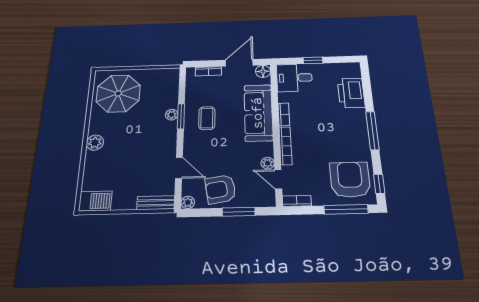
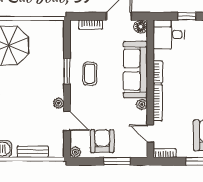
plant: (172, 115) -> (59, 103), moved
plant: (268, 163) -> (142, 104), moved
armchair: (221, 189) -> (102, 141), turned 99
bench: (156, 203) -> (33, 152), moved

